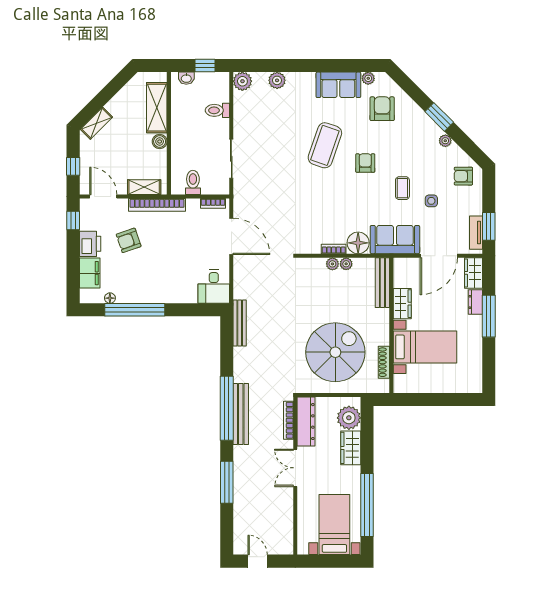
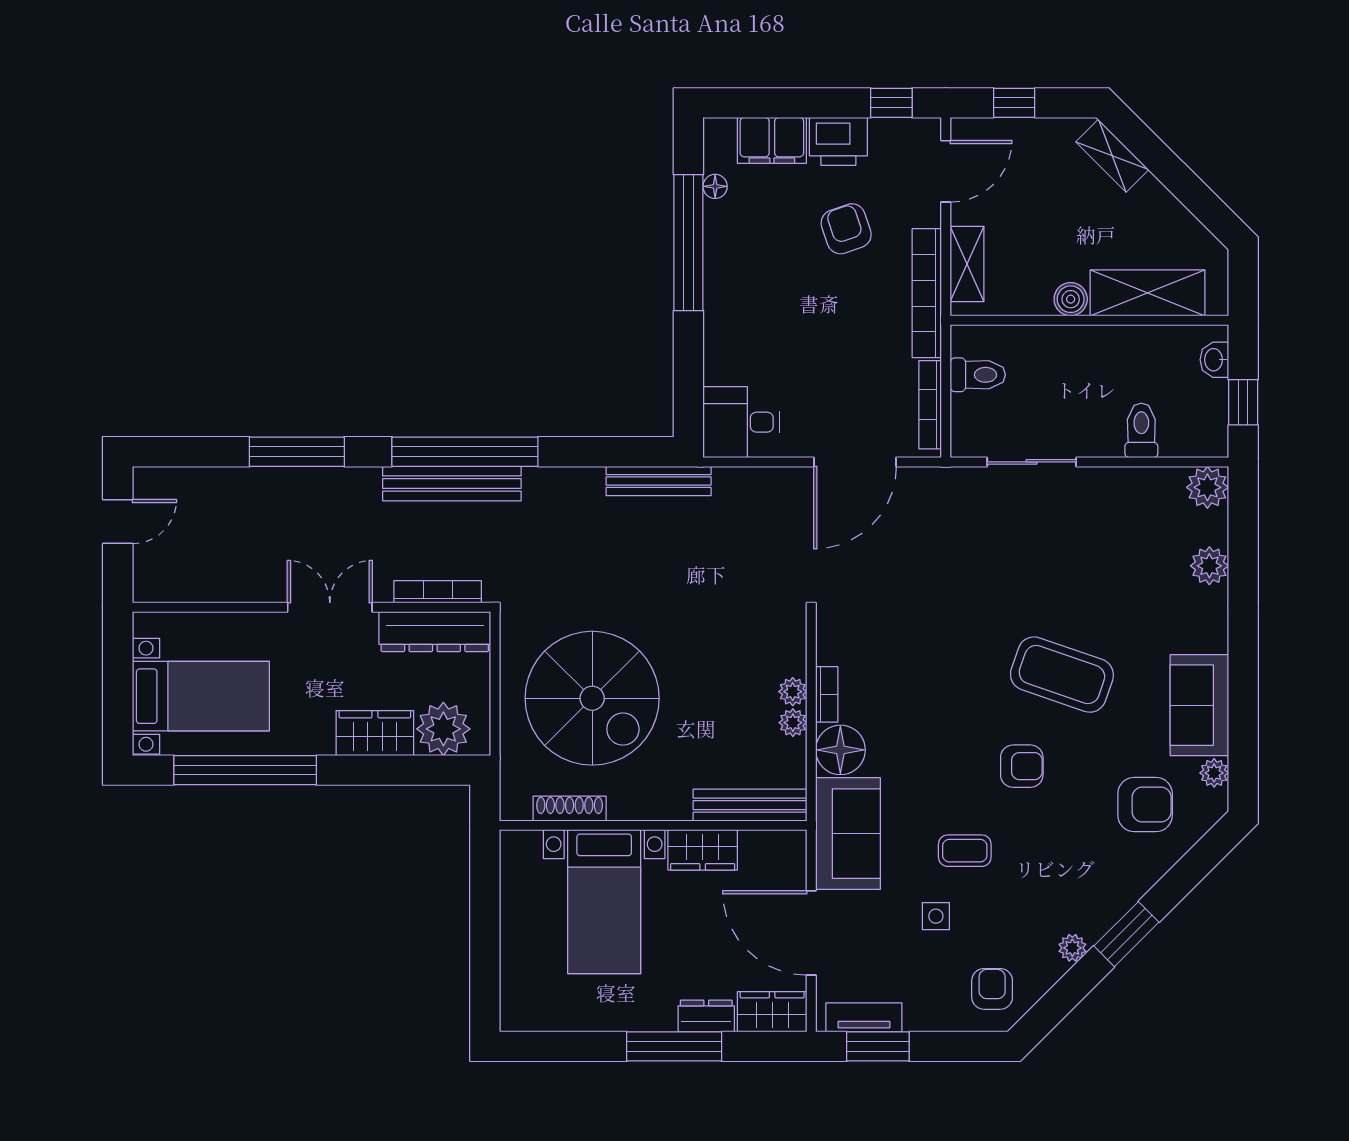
bookcase: (213, 203) -> (930, 405), width x1.56

